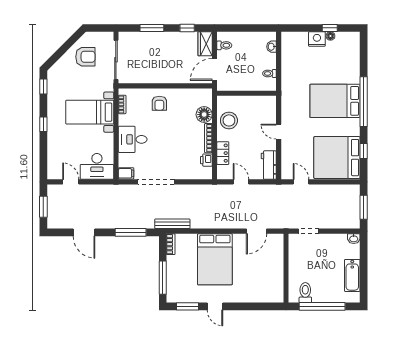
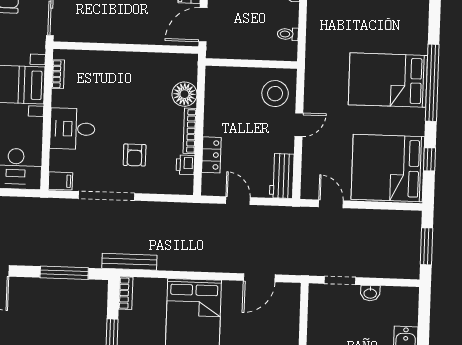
armchair: (159, 103) -> (135, 155), moved
stool: (229, 120) -> (275, 94), moved
door: (279, 132) -> (299, 125), swing flipped
washbasin: (354, 239) -> (370, 293), moved

